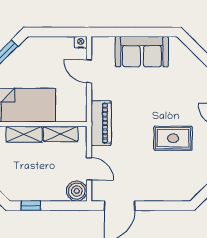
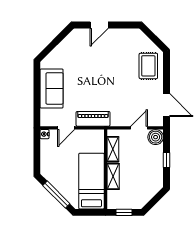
piano: (101, 123) -> (93, 119), moved
rug: (173, 138) -> (148, 66), moved
window: (31, 206) -> (166, 160), moved

